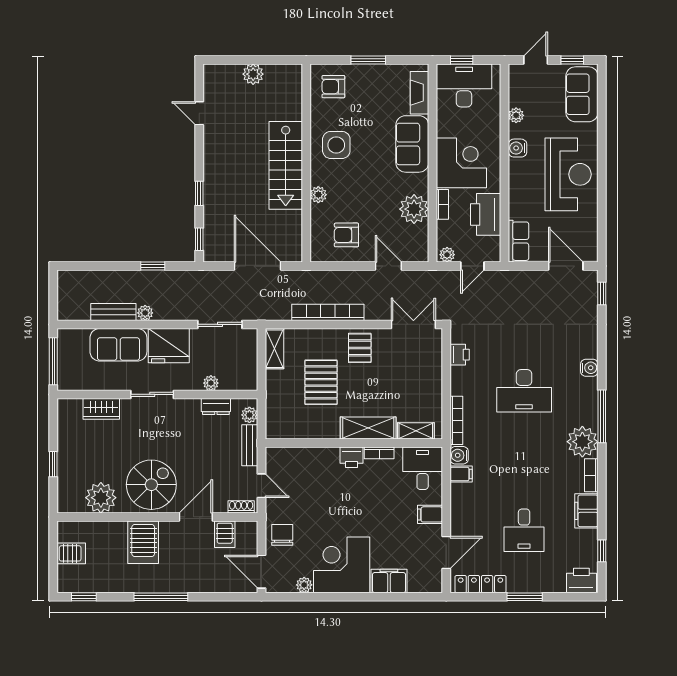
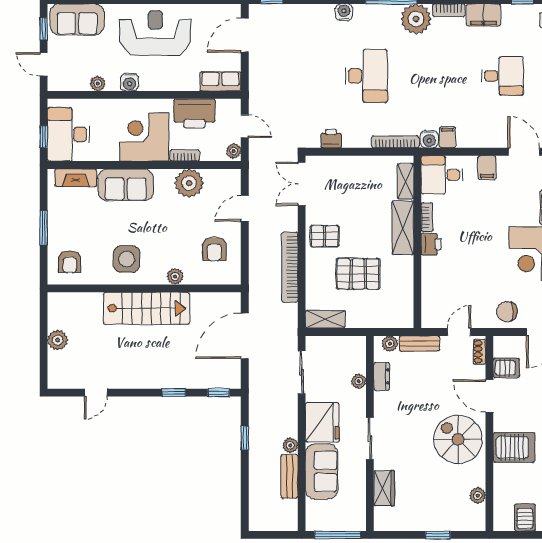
plant: (101, 498) -> (478, 496), width x0.53, depth x0.53

